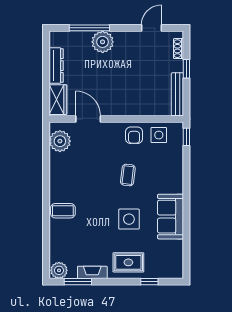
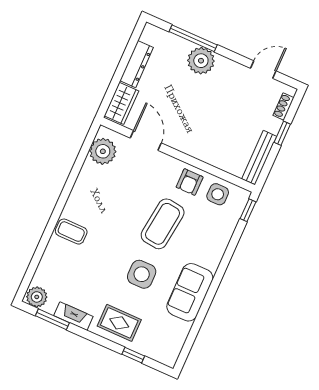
coffee table: (128, 175) -> (163, 224), width x1.86, depth x1.72

